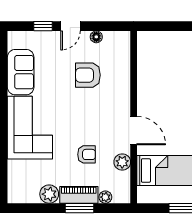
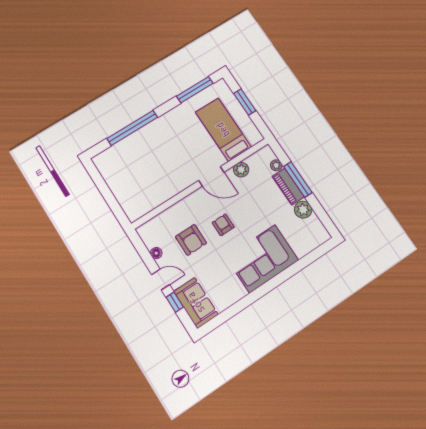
sofa: (21, 72) -> (196, 303), moved, turned 90
door: (134, 131) -> (211, 176), swing flipped
armchair: (87, 154) -> (223, 225), moved
window: (79, 208) -> (298, 179), width x1.44

